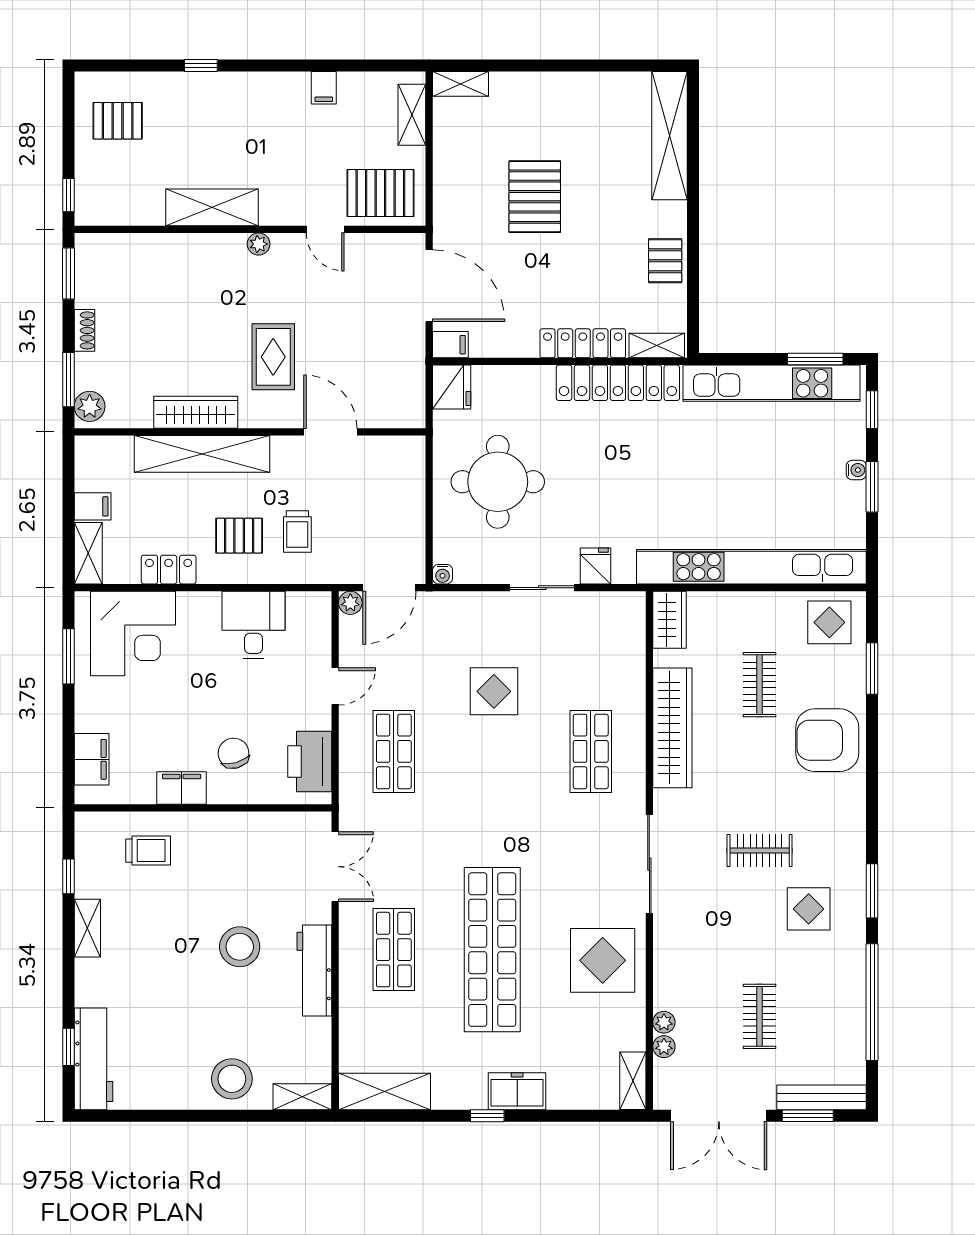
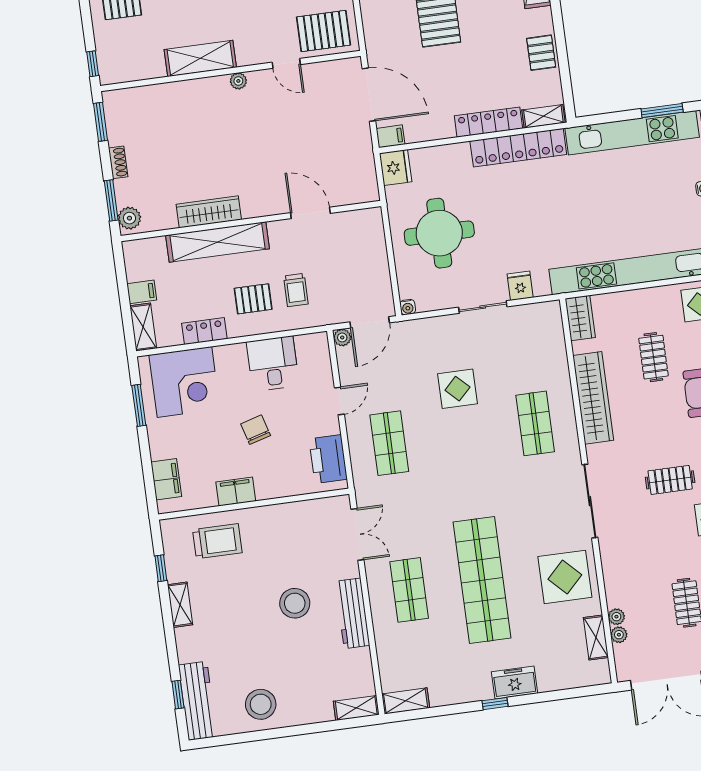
rug: (273, 357) -> (261, 163), removed
chair: (234, 753) -> (256, 430), moved
trolley: (148, 851) -> (217, 541), width x1.36, depth x1.39
stool: (232, 1079) -> (261, 704), moved
shelving: (633, 1081) -> (596, 638), moved
shelving: (384, 1092) -> (406, 701), width x0.67, depth x0.75

